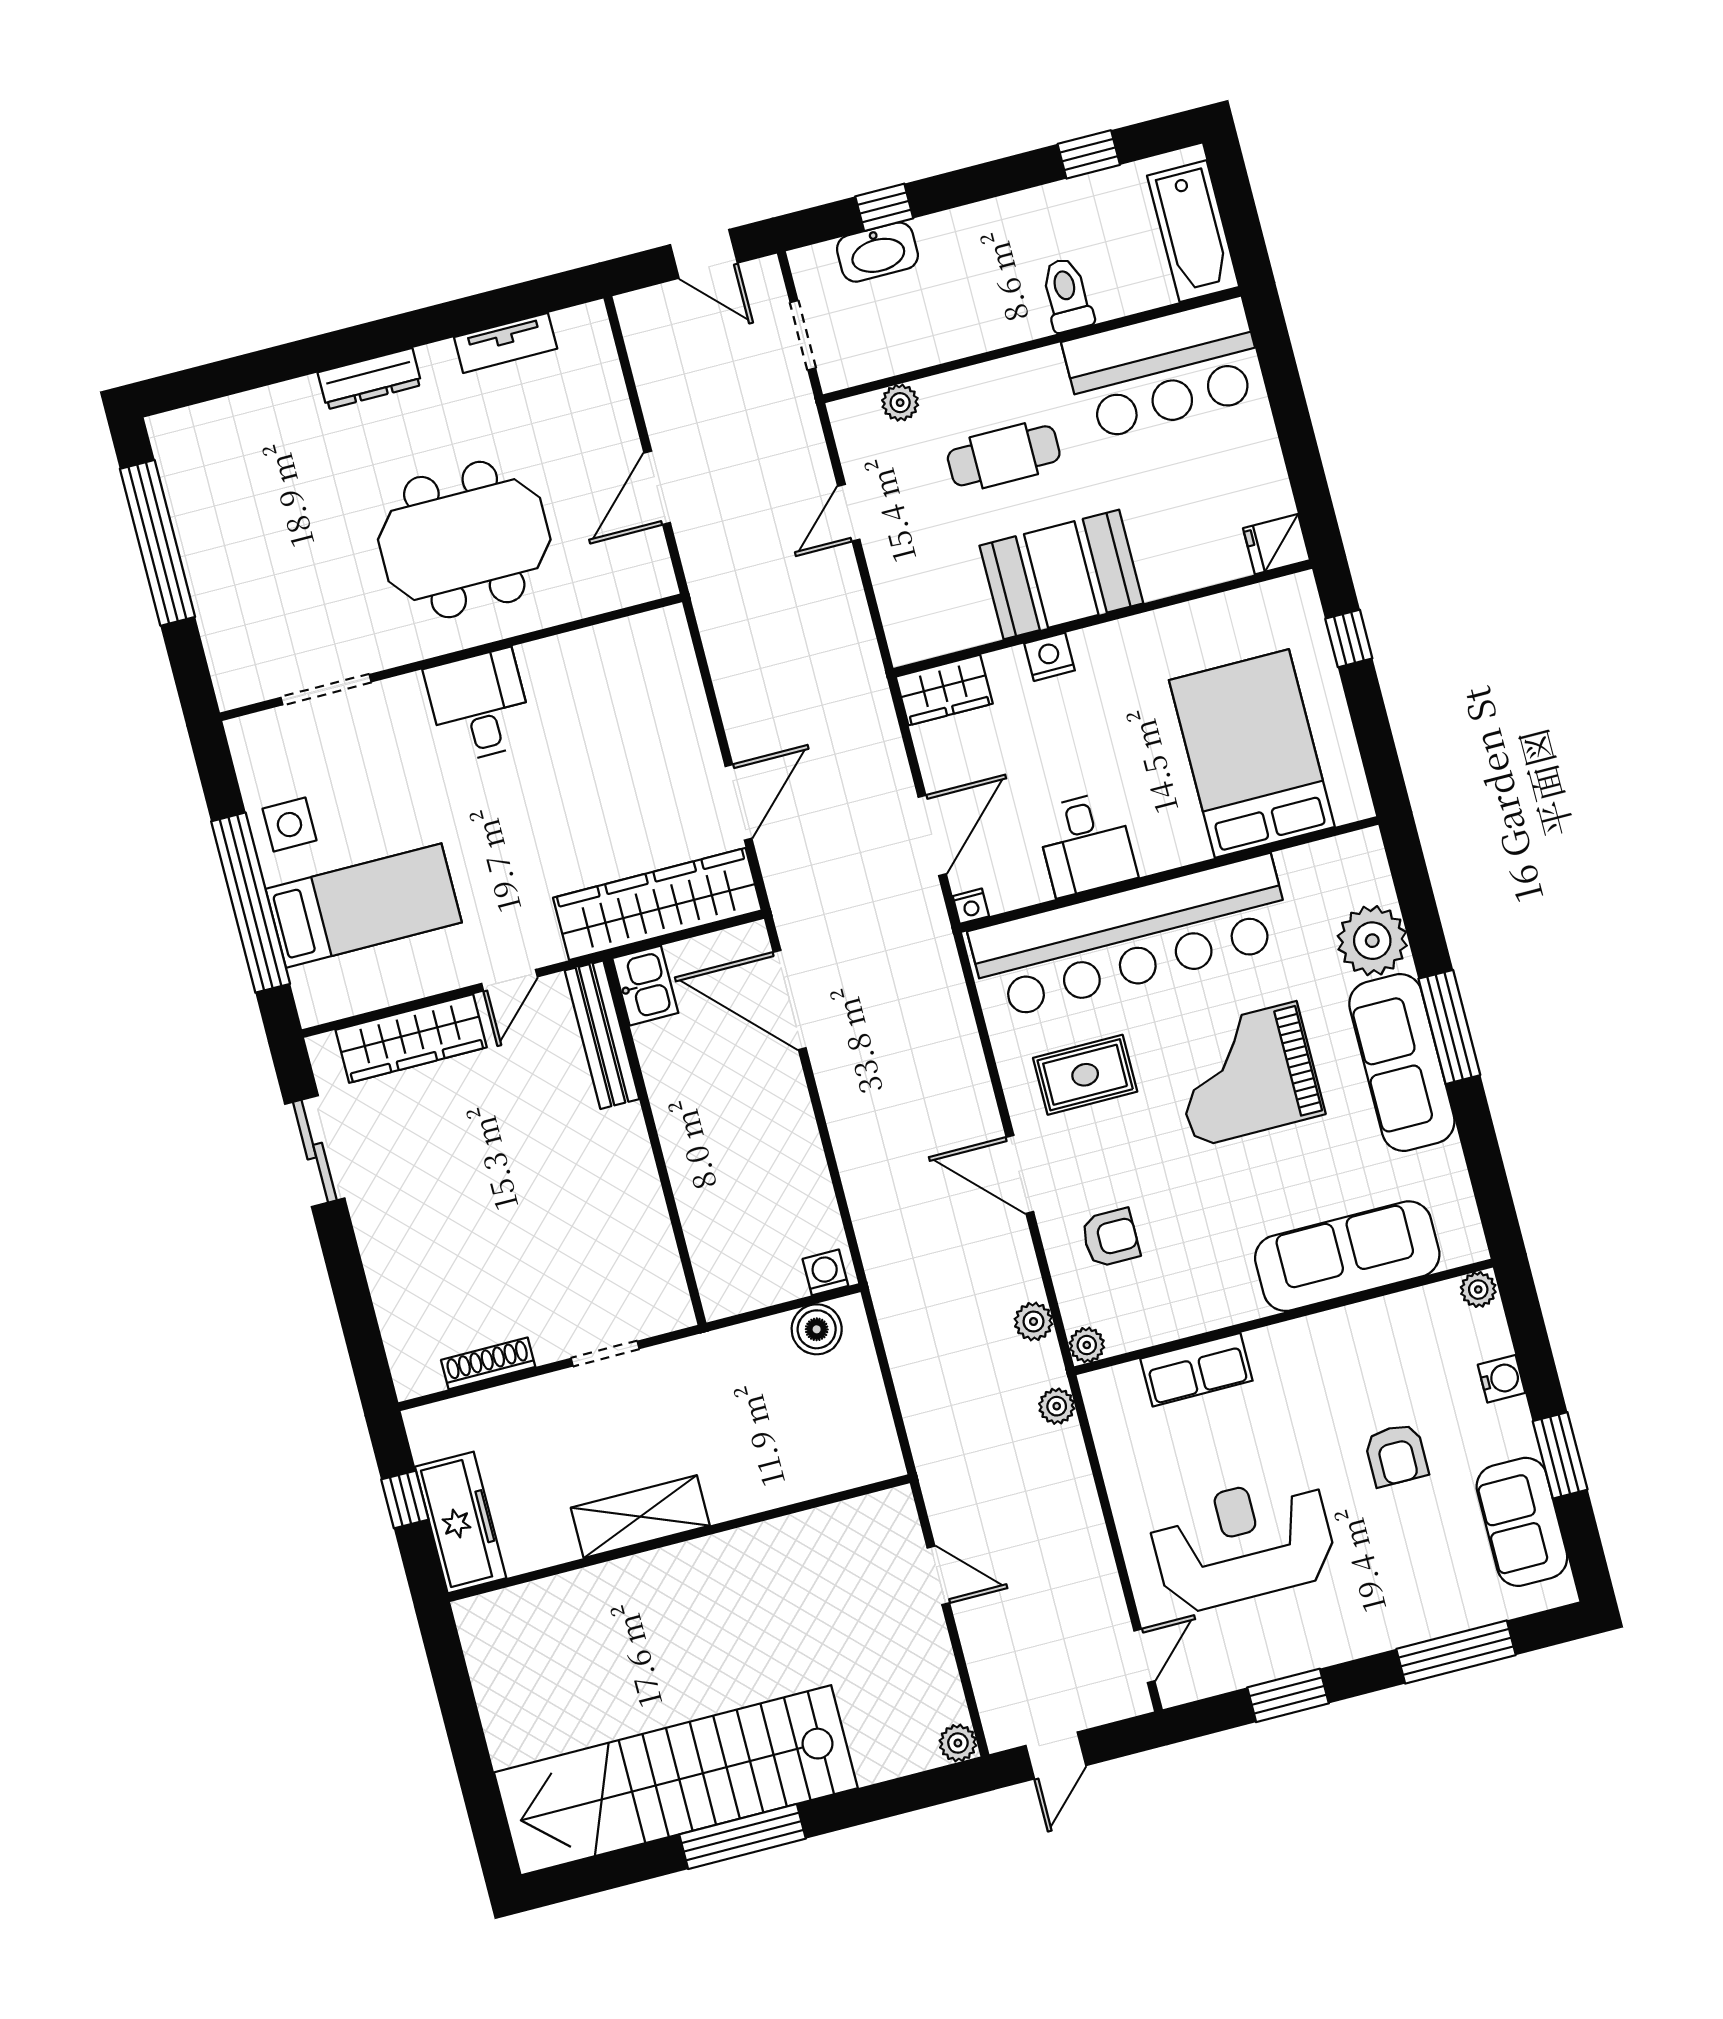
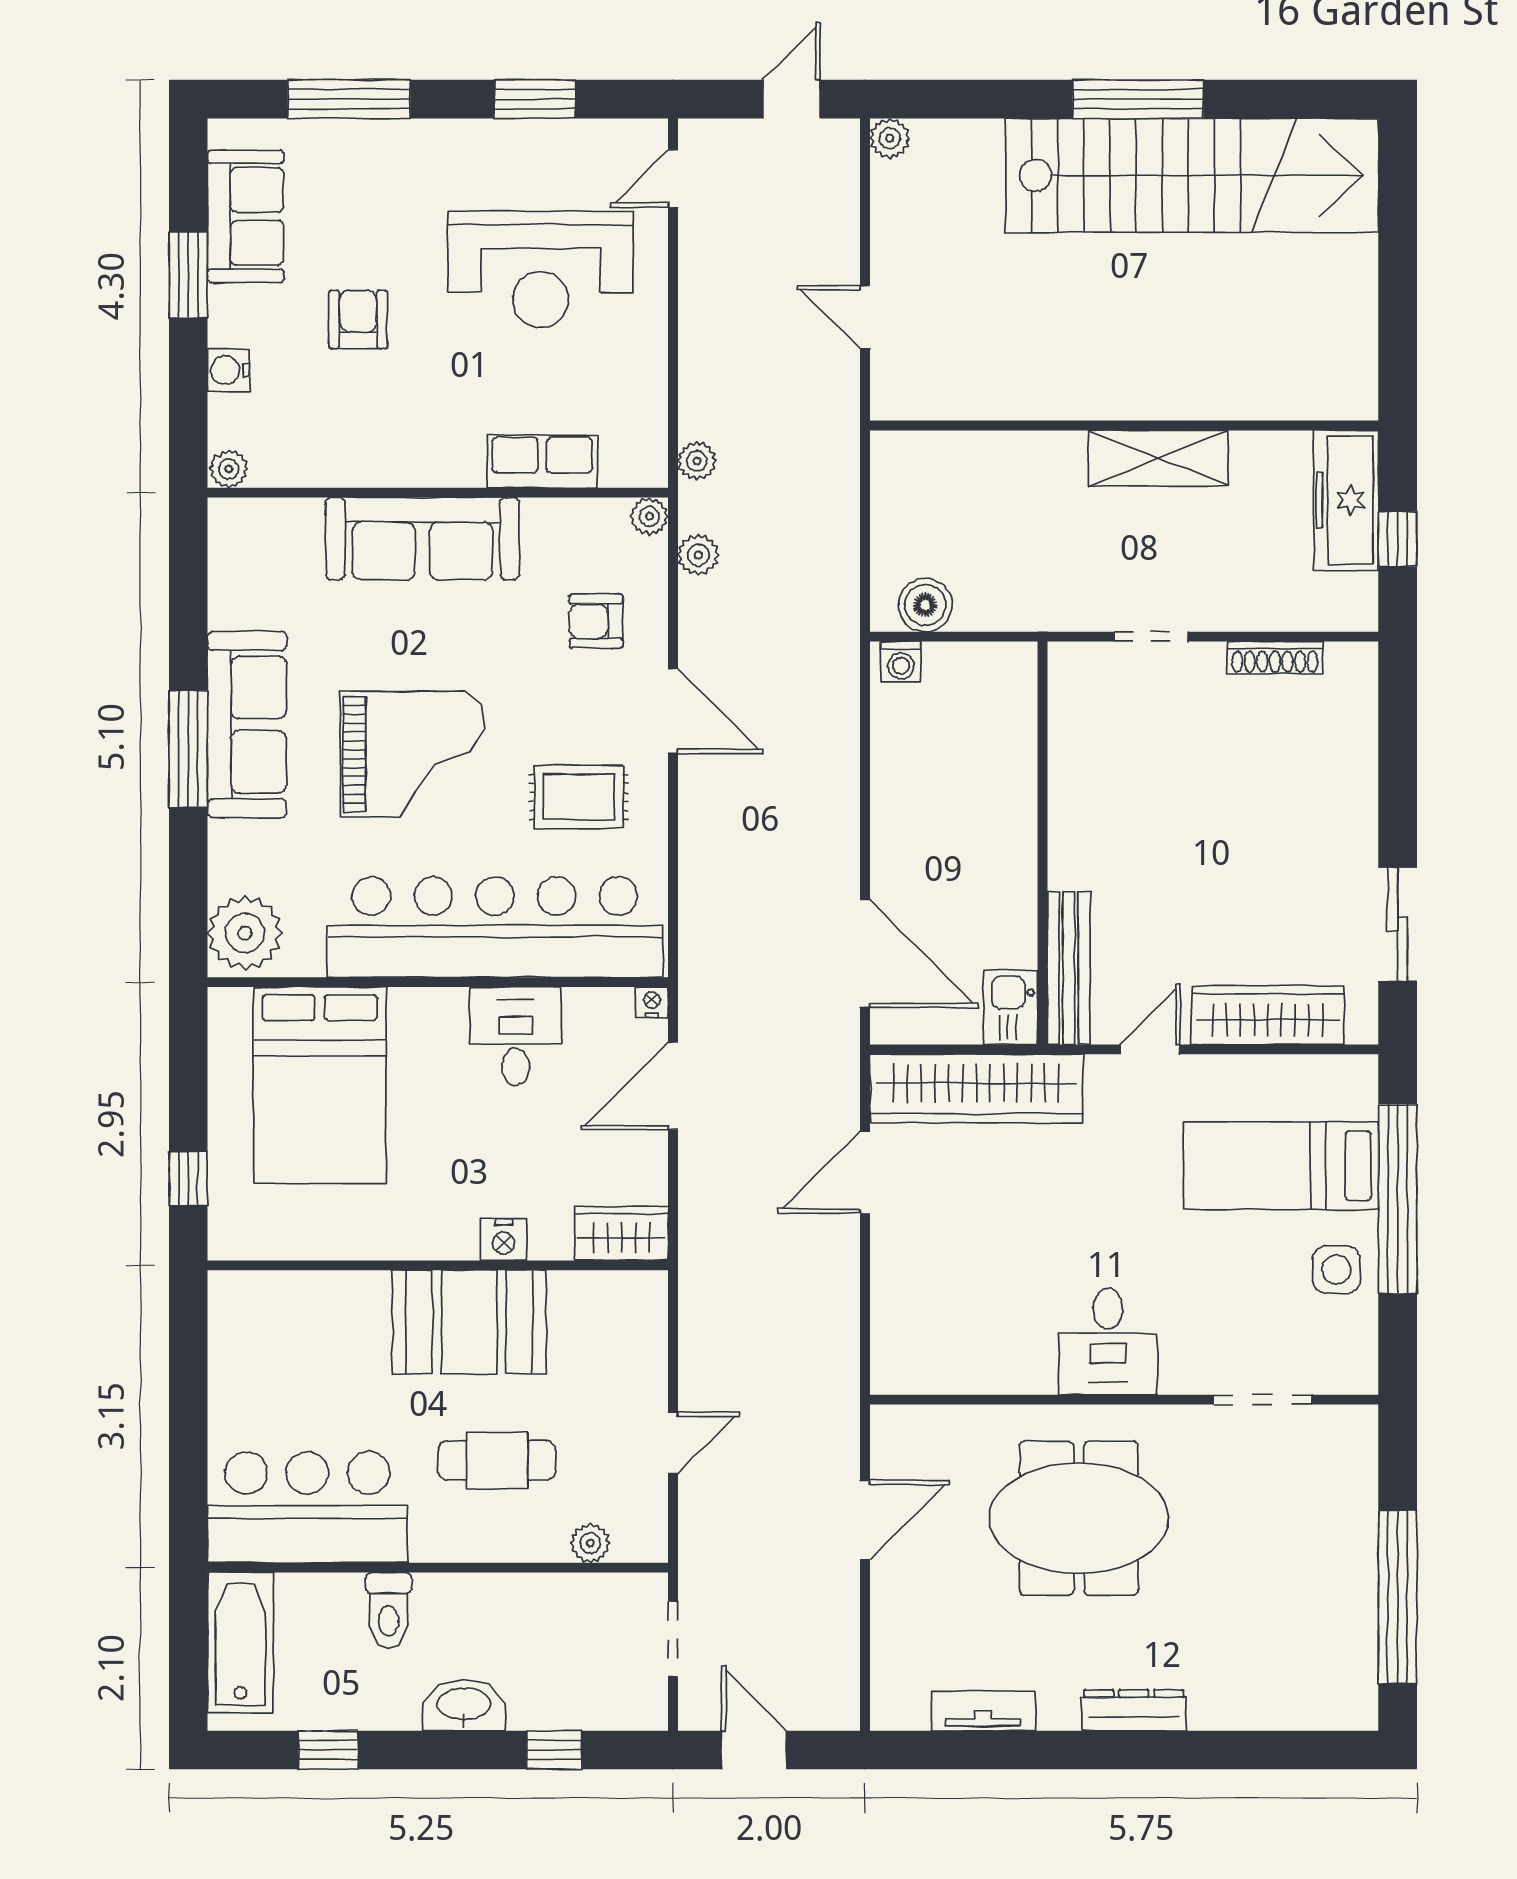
washbasin: (877, 252) -> (464, 1705), moved
fridge: (1277, 544) -> (238, 1296), removed
plant: (1372, 941) -> (245, 933), moved
sofa: (1347, 1256) -> (422, 539), moved

